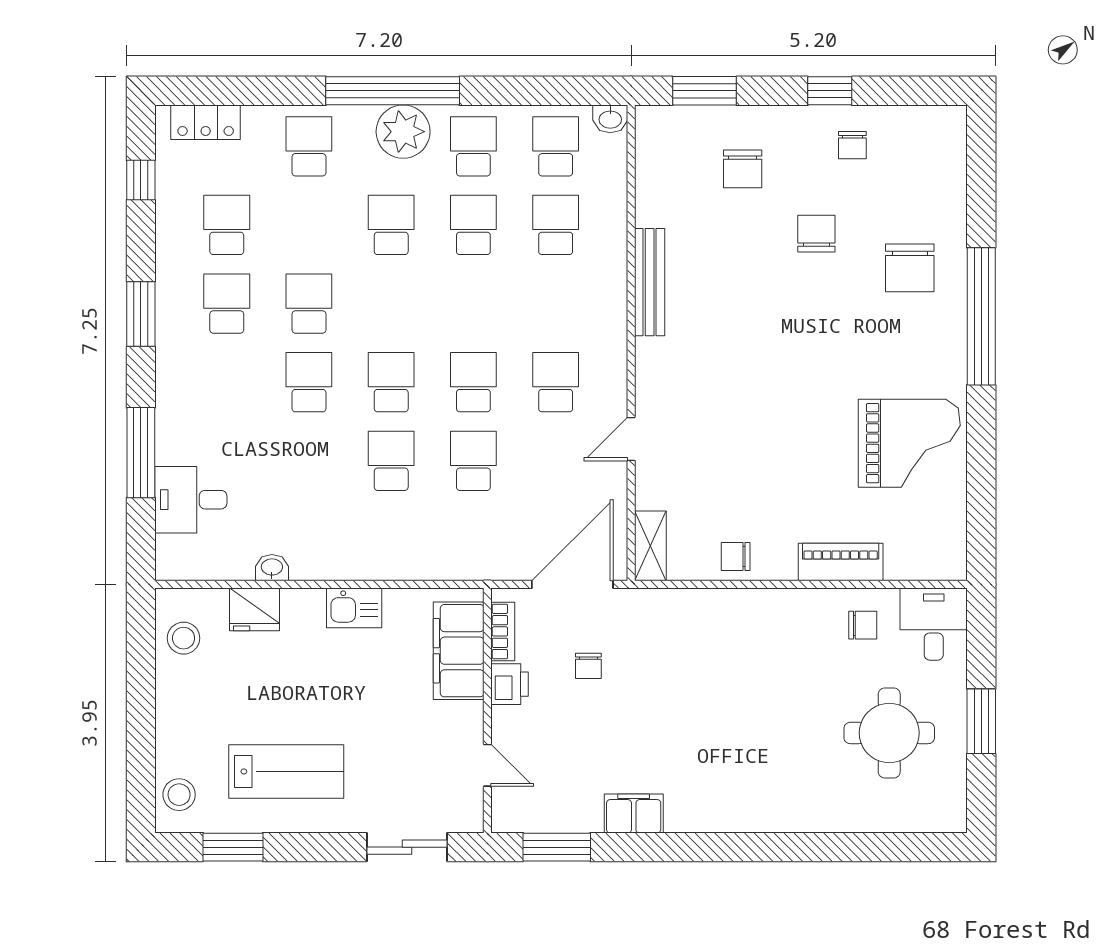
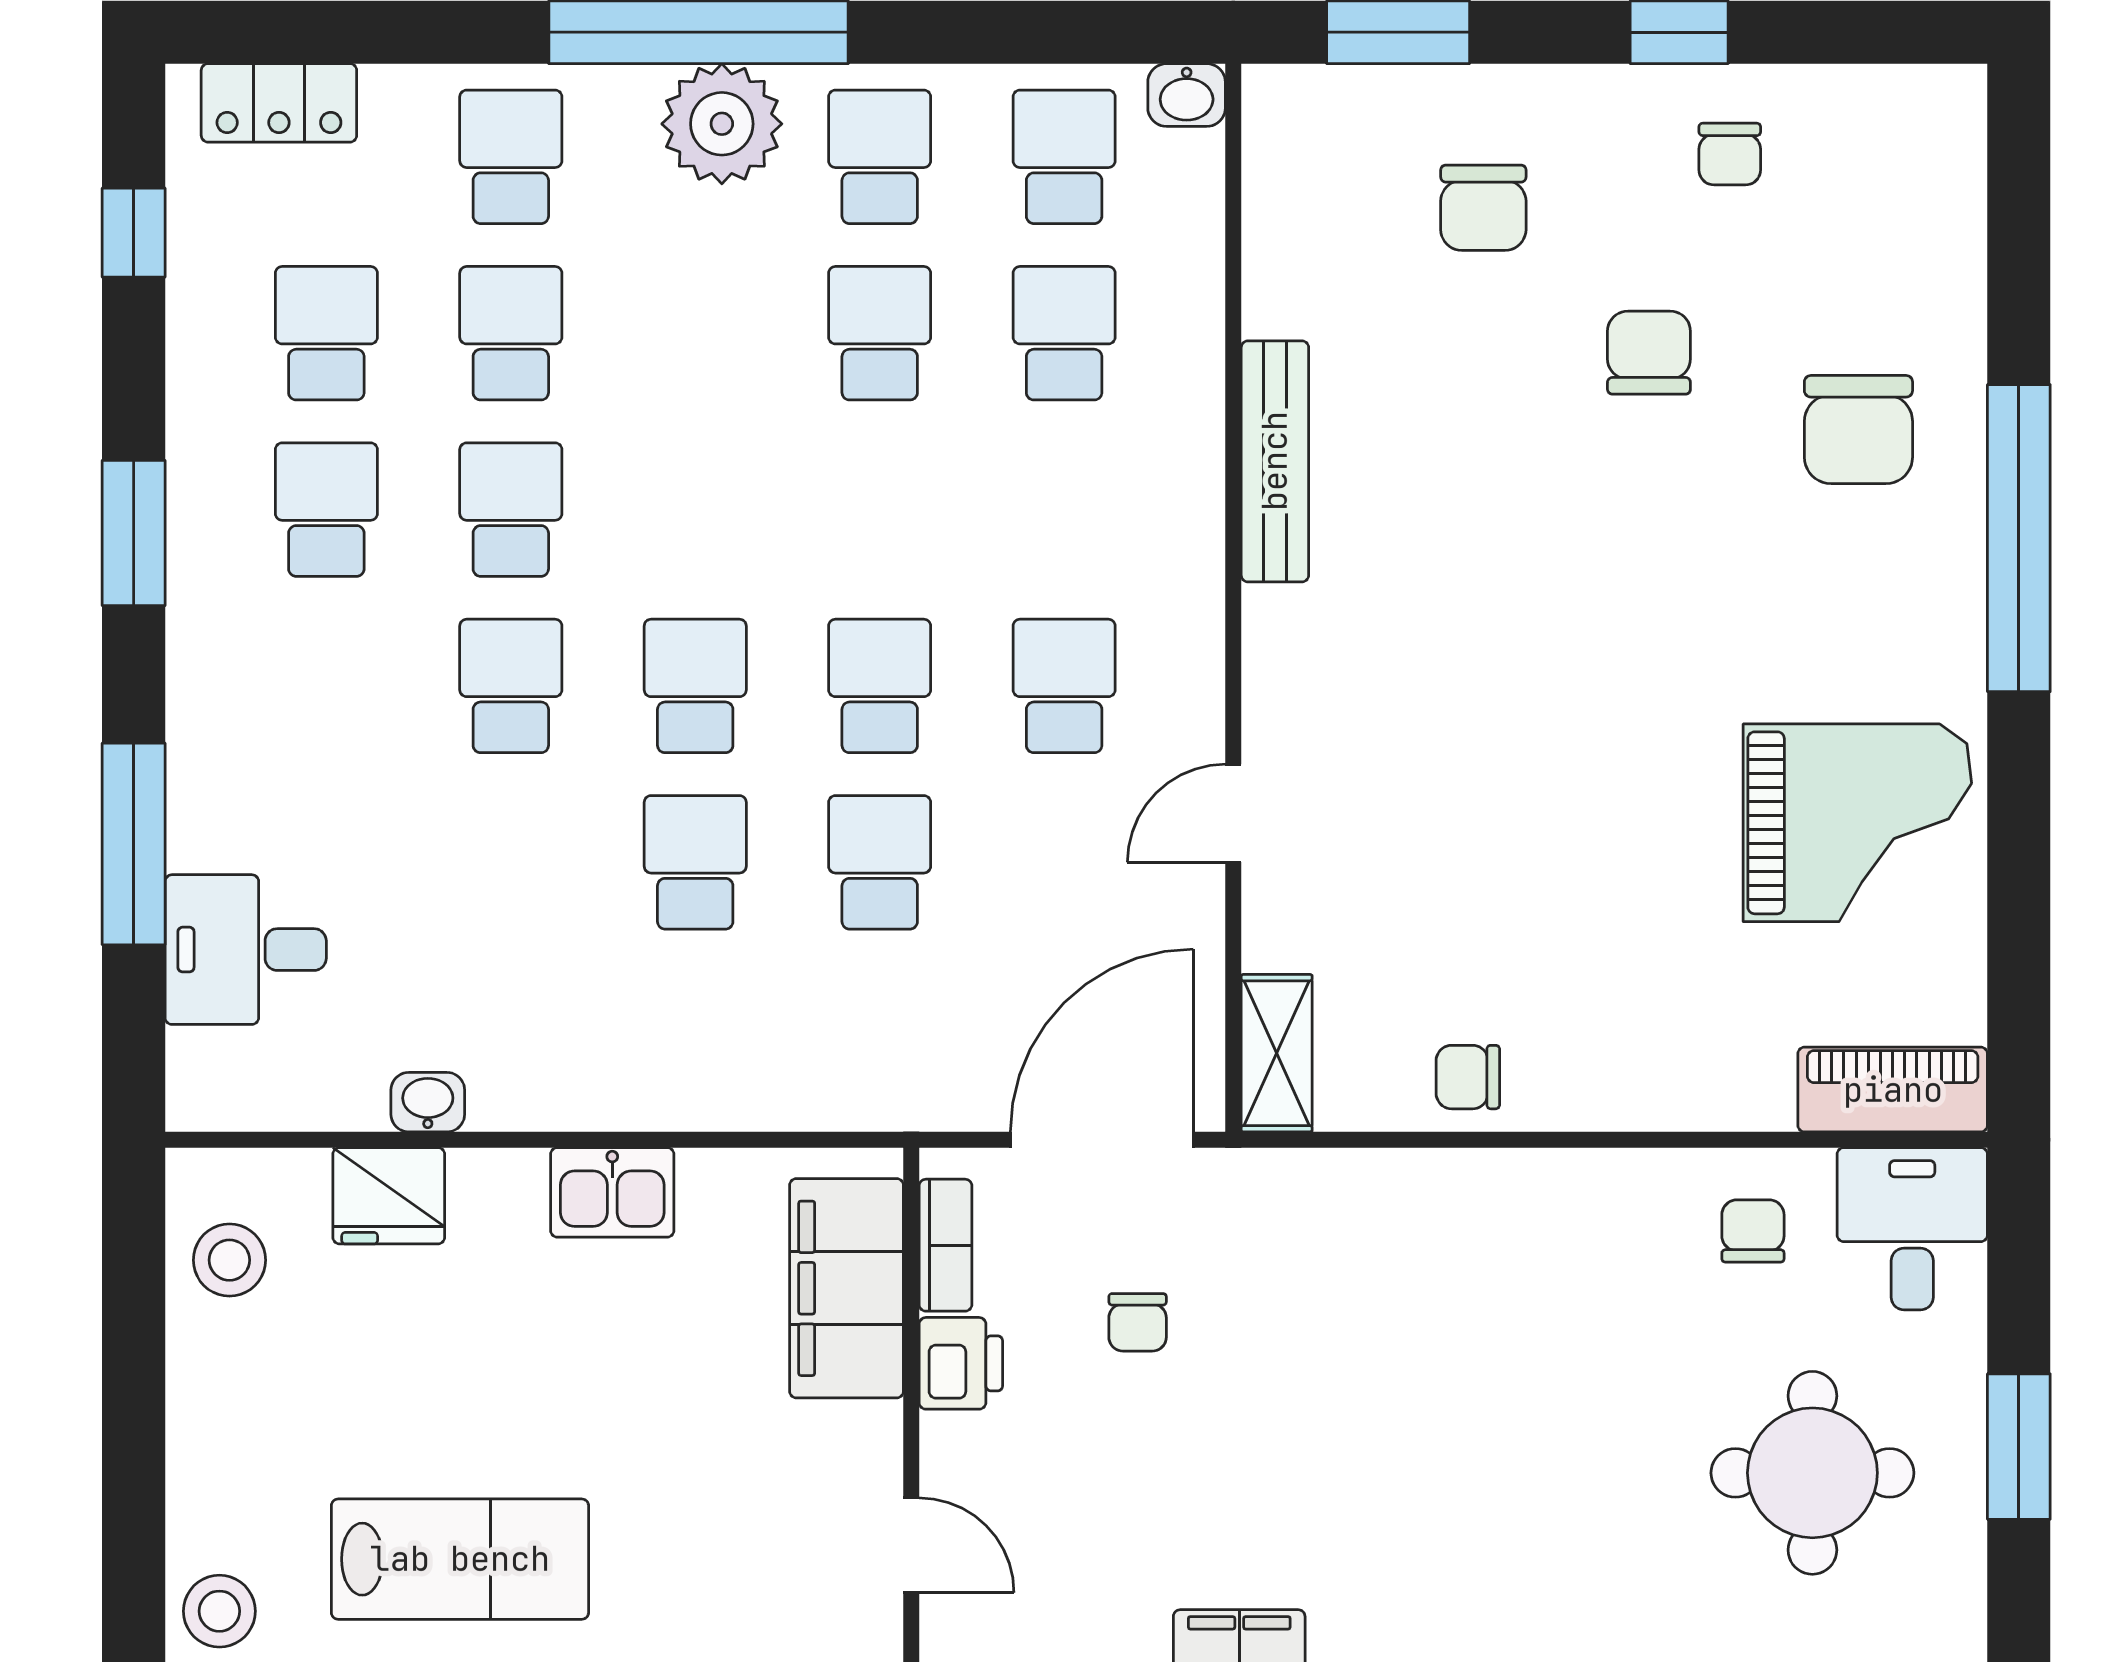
school desk: (391, 225) -> (511, 333), moved
piano: (841, 562) -> (1893, 1090), moved
chair: (863, 625) -> (1753, 1231), turned -90

